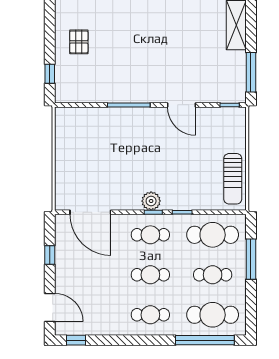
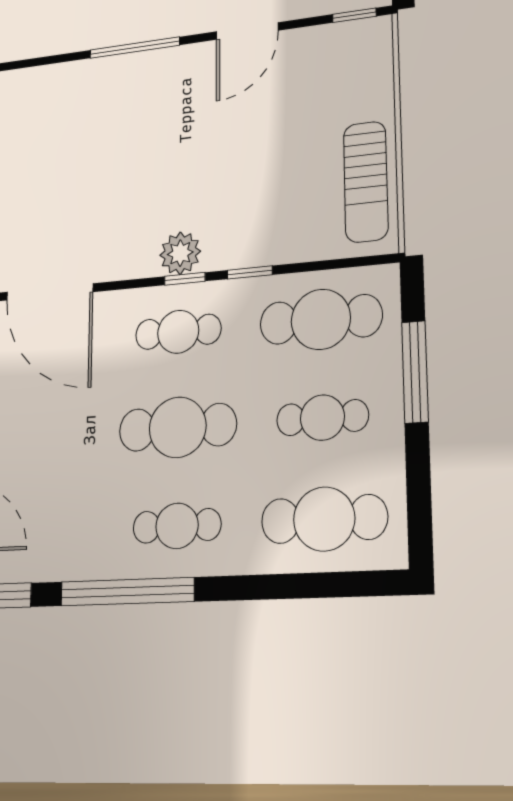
door: (182, 105) -> (247, 31), hinge flipped
cafe table: (150, 275) -> (178, 427), width x1.37, depth x1.35
window: (205, 340) -> (127, 592), moved

